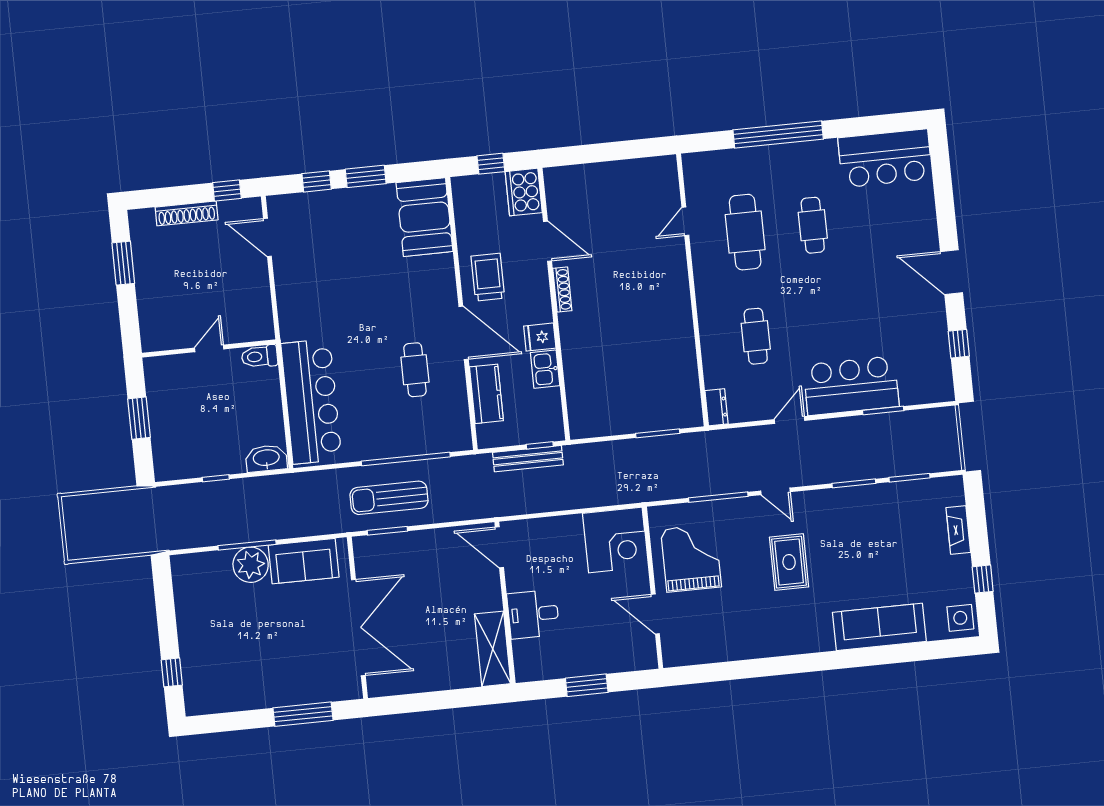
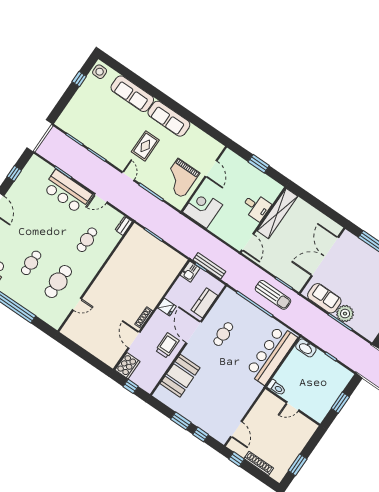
booth: (424, 217) -> (180, 376), moved
trolley: (488, 277) -> (167, 345), turned 180
kitchen sink: (545, 369) -> (190, 272), moved
fireplace: (958, 530) -> (73, 105), removed
sofa: (788, 636) -> (169, 119), added
shelving: (493, 649) -> (277, 213), width x1.47

